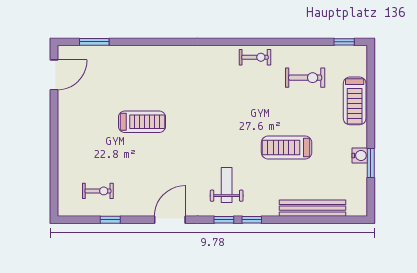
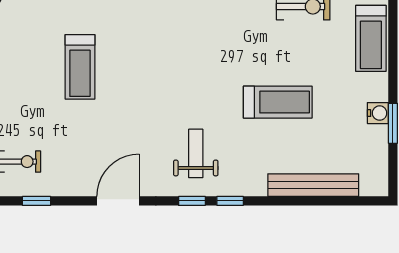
treadmill: (142, 122) -> (80, 67), turned 90
treadmill: (287, 147) -> (278, 102), turned 180

